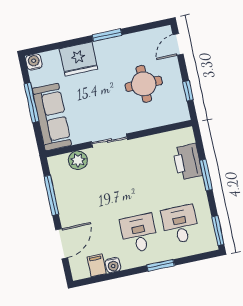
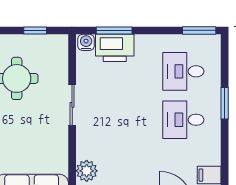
sliding door: (109, 141) -> (72, 105), moved
window: (206, 175) -> (114, 30), moved
water cooler: (113, 265) -> (86, 42), moved, turned -90

